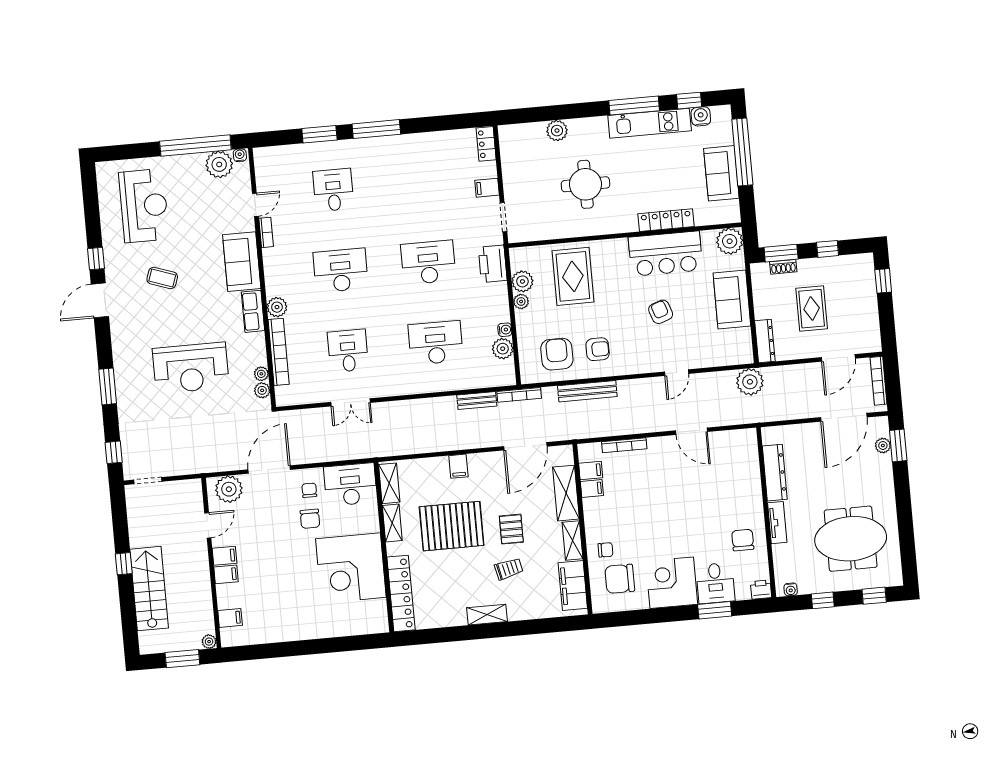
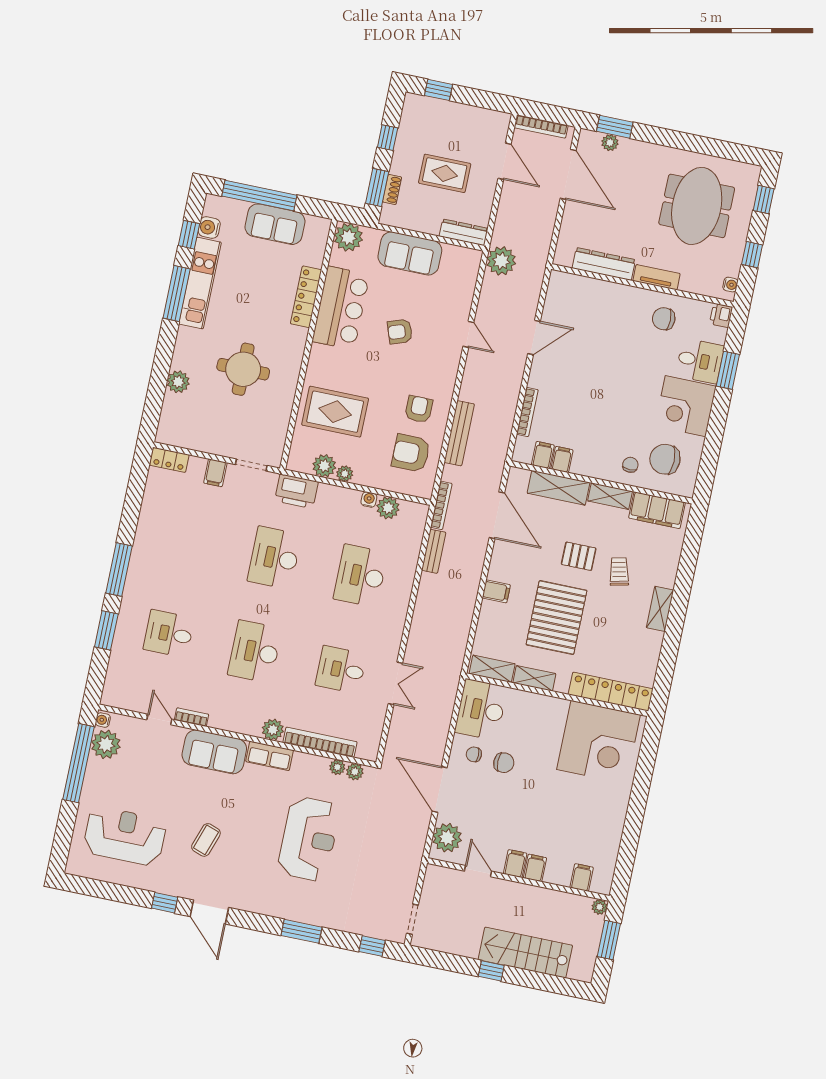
corner desk: (351, 568) -> (599, 742), moved
chair: (620, 579) -> (665, 459), turned 90

